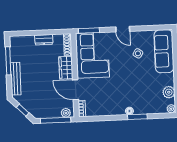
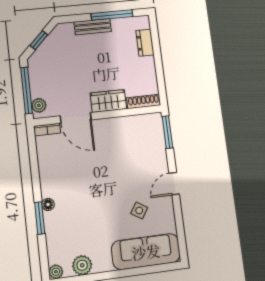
dresser: (44, 40) -> (145, 43), moved
corner sofa: (92, 55) -> (131, 140), removed
bench: (16, 79) -> (93, 27), width x0.73
door: (76, 90) -> (76, 118), swing flipped

